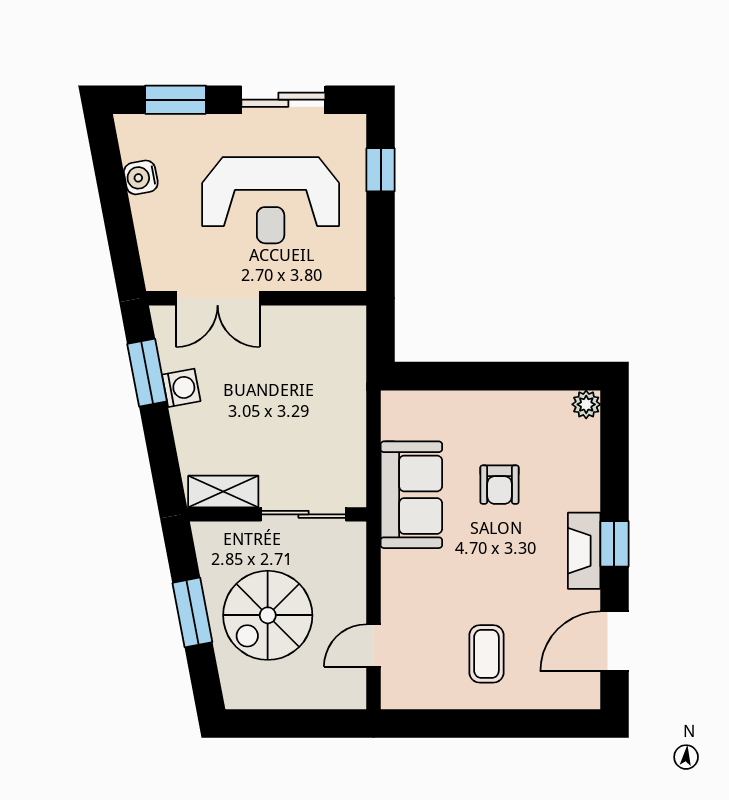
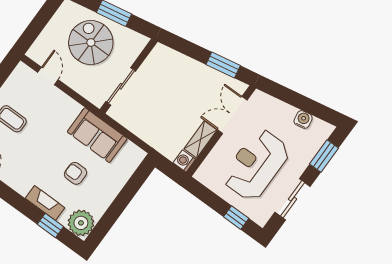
washing machine: (181, 388) -> (184, 161), moved, turned 101
plant: (586, 404) -> (81, 223), width x1.88, depth x1.88
shelving: (223, 492) -> (200, 139), moved
window: (614, 544) -> (50, 225), moved
fireplace: (584, 551) -> (45, 203), moved

